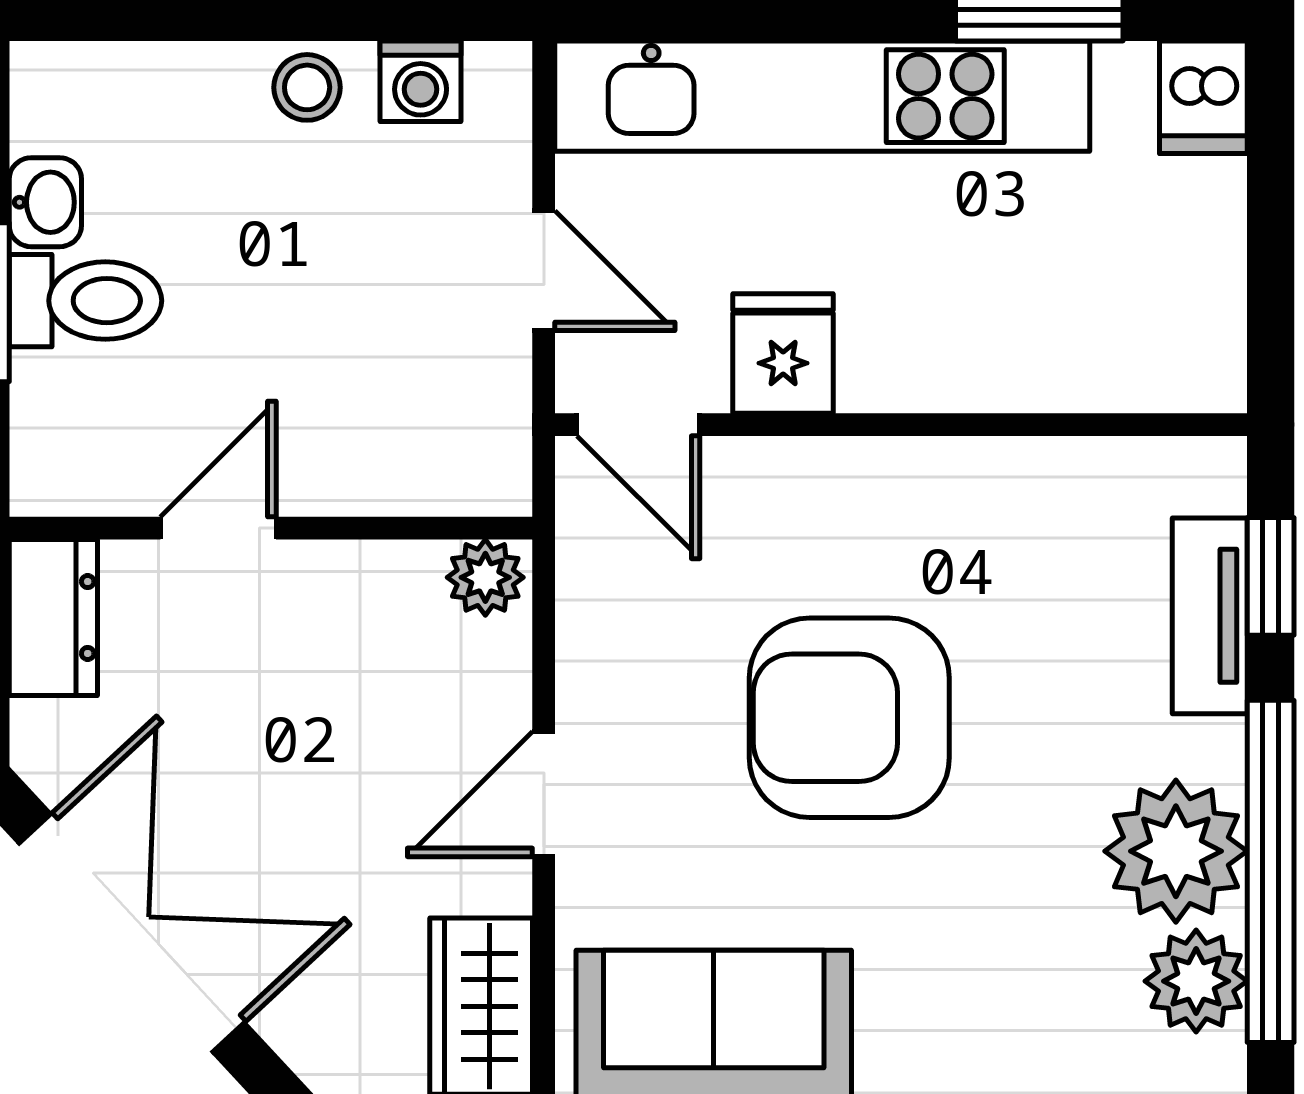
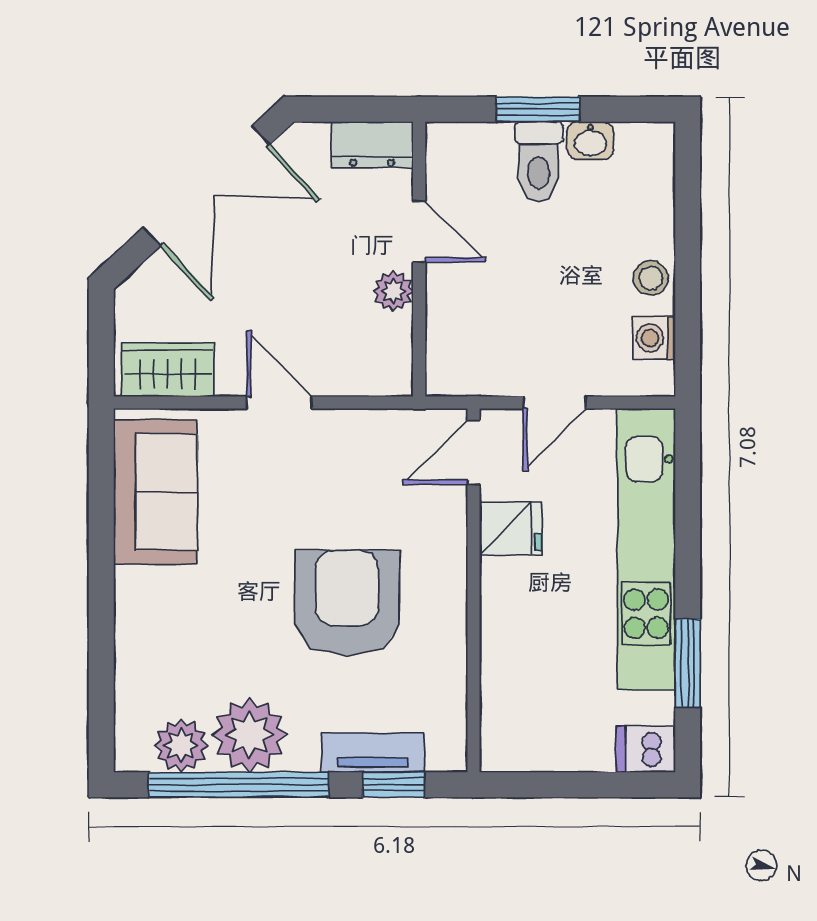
plant: (485, 577) -> (393, 291), moved
armchair: (849, 718) -> (347, 603), moved

